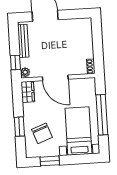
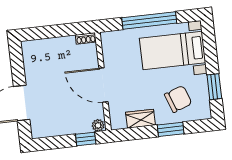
bench: (23, 41) -> (56, 130), removed
door: (55, 78) -> (103, 85), swing flipped
wardrobe: (28, 92) -> (140, 119), moved

